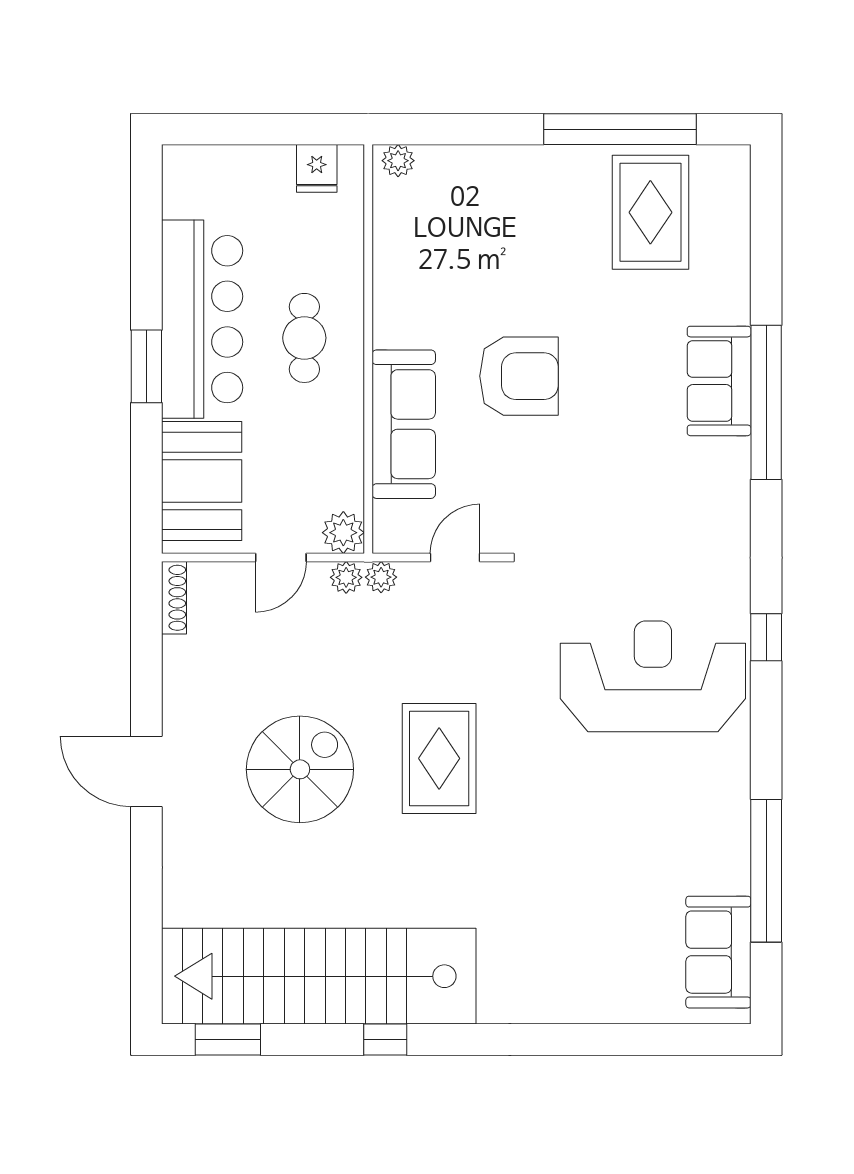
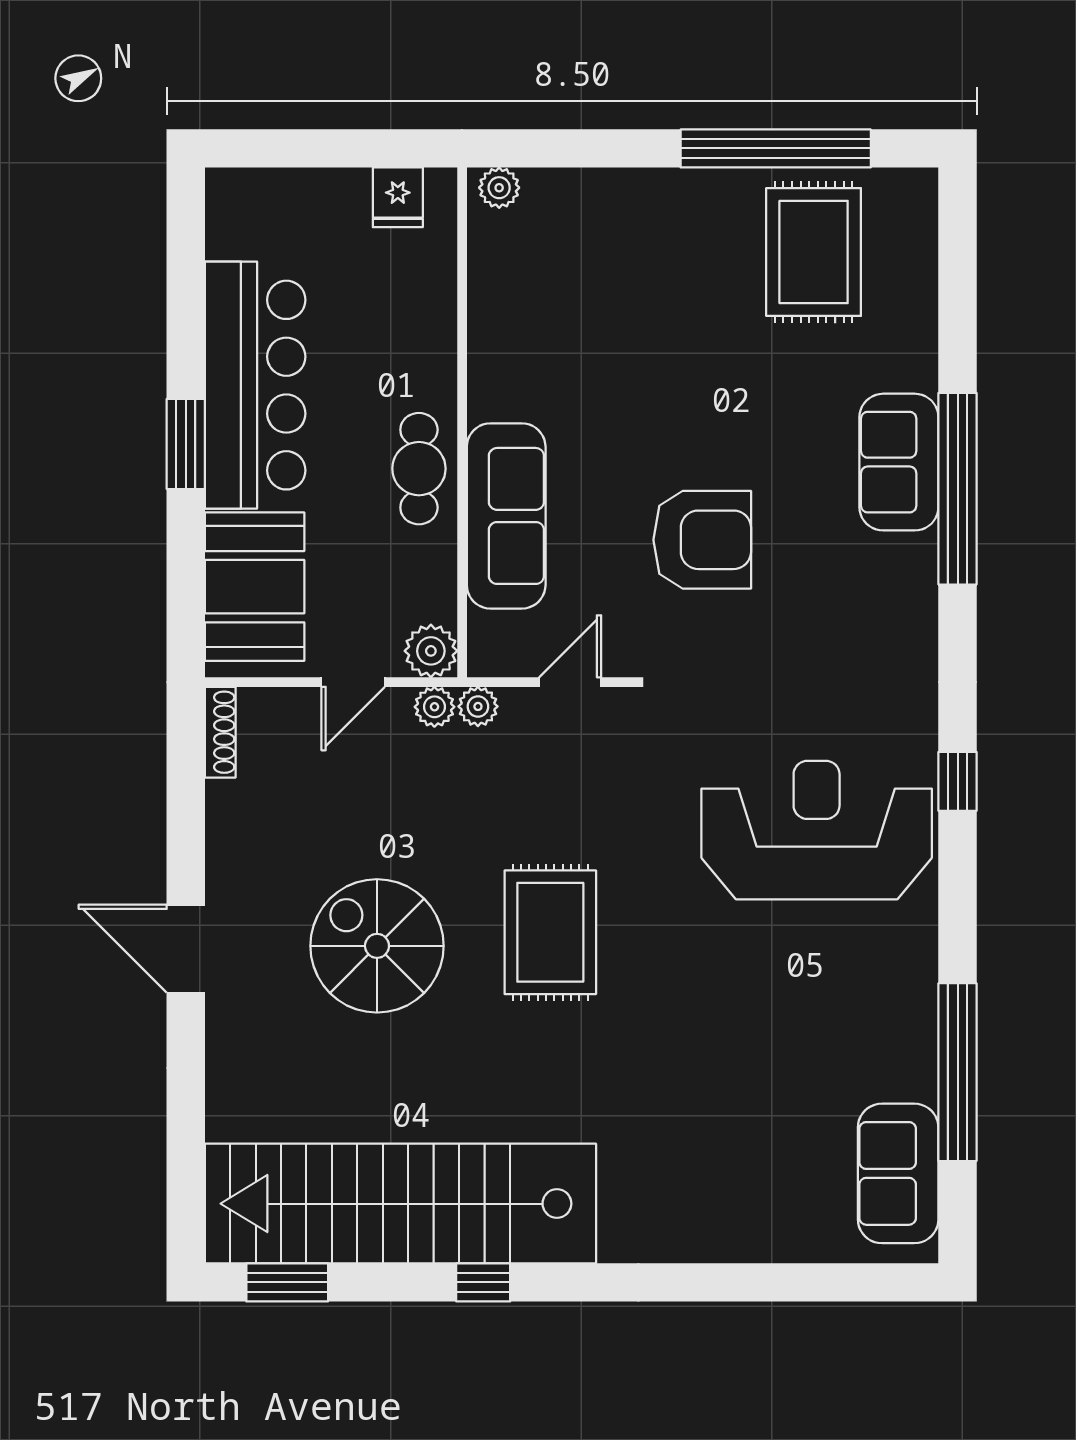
cafe table: (304, 338) -> (419, 469), moved
armchair: (519, 376) -> (702, 540), moved
spiral stairs: (300, 769) -> (377, 946), turned -90

